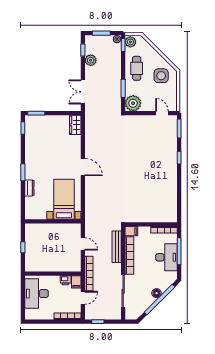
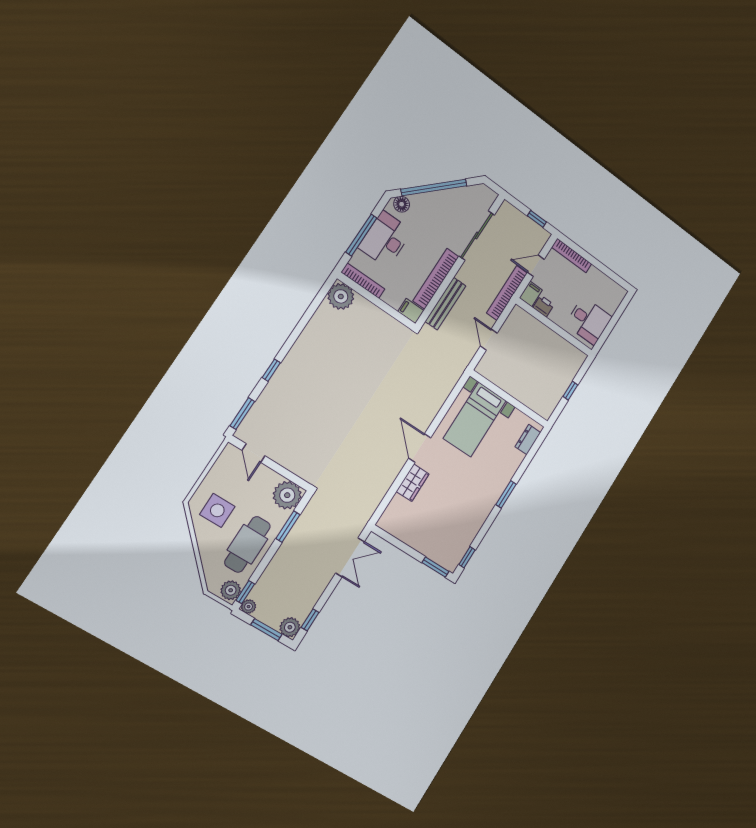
plant: (91, 60) -> (290, 627), moved
cafe table: (137, 68) -> (247, 544), width x1.37, depth x1.35
wardrobe: (75, 125) -> (413, 483), moved
dresser: (29, 188) -> (528, 440), moved
plant: (170, 215) -> (341, 296), added
floor lamp: (157, 293) -> (402, 204), moved
desk: (37, 294) -> (589, 321), width x0.73

